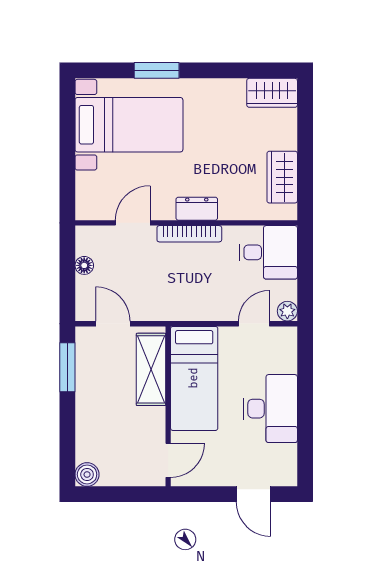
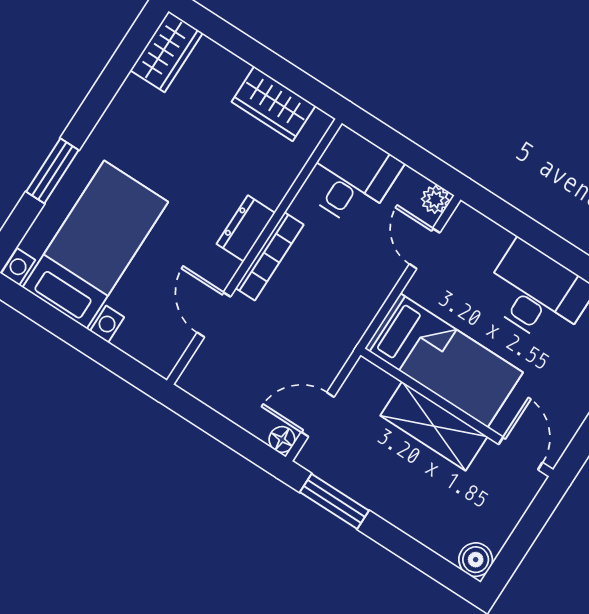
floor lamp: (84, 265) -> (282, 439), moved
shelving: (151, 369) -> (434, 426), moved

